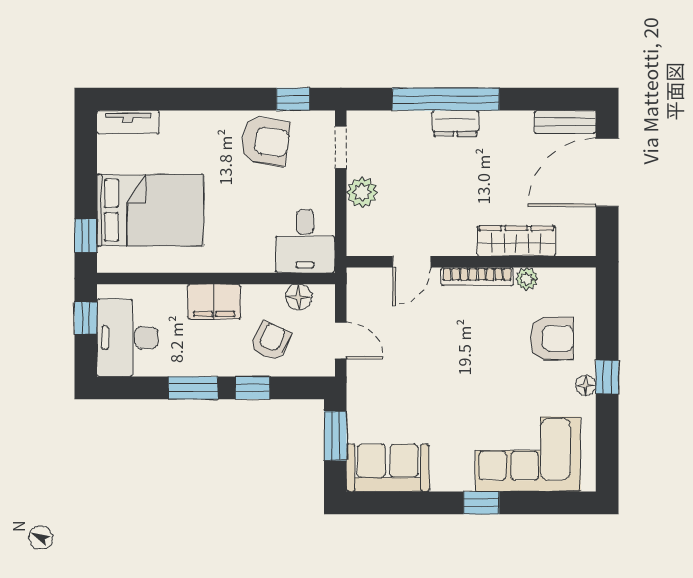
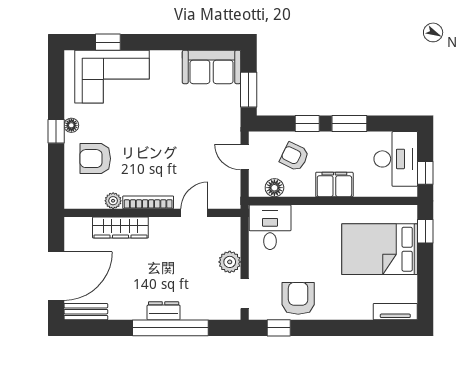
armchair: (265, 141) -> (298, 298), turned 81
armchair: (271, 341) -> (294, 157), turned 92
window: (481, 503) -> (108, 42), moved

